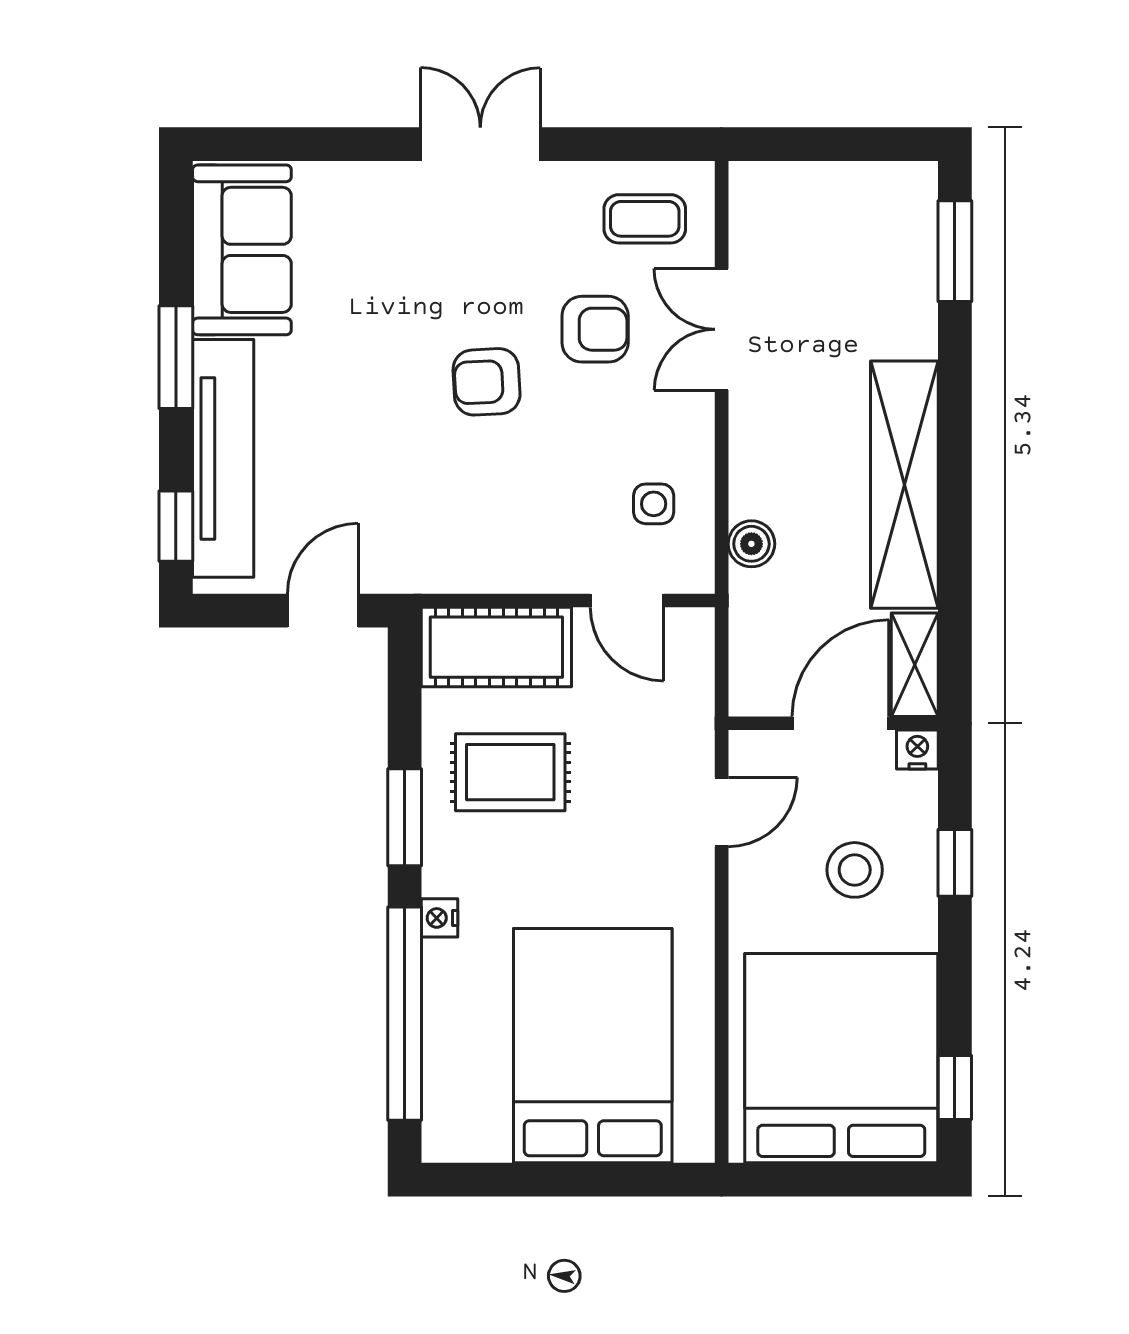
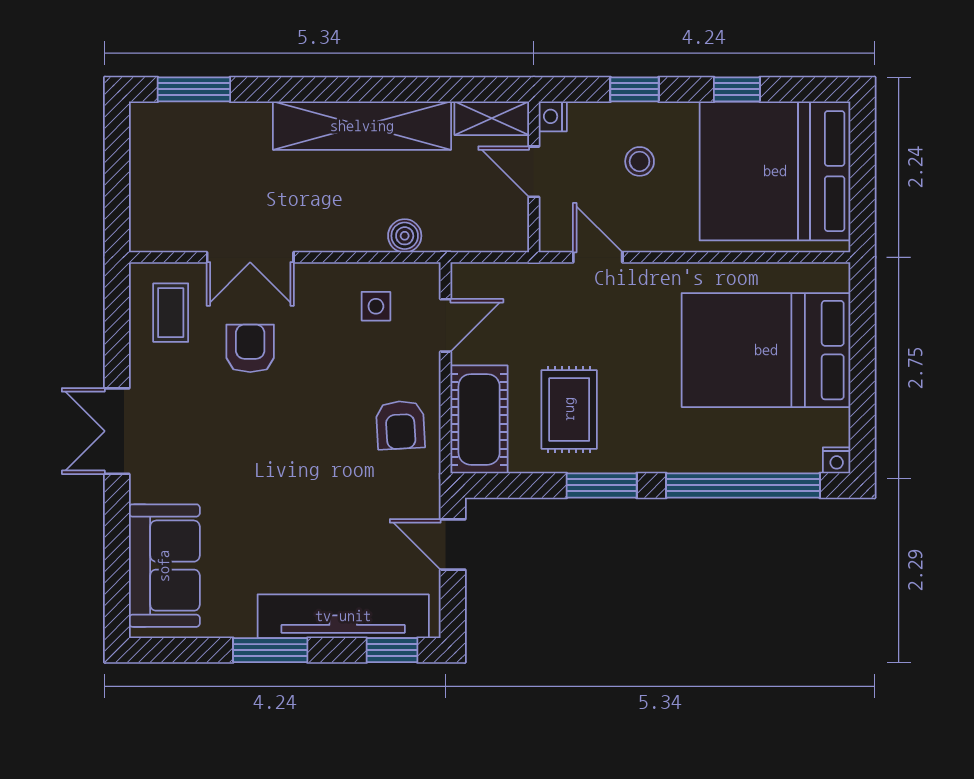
sofa: (242, 250) -> (164, 566), moved, turned 90
armchair: (487, 382) -> (400, 425), moved
door: (841, 723) -> (534, 172), width x0.73
stool: (855, 870) -> (640, 161), width x0.73, depth x0.73
nightstand: (440, 918) -> (837, 460), moved
window: (955, 1088) -> (737, 89), moved

